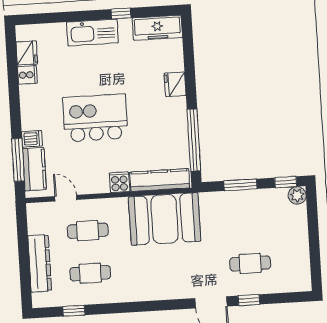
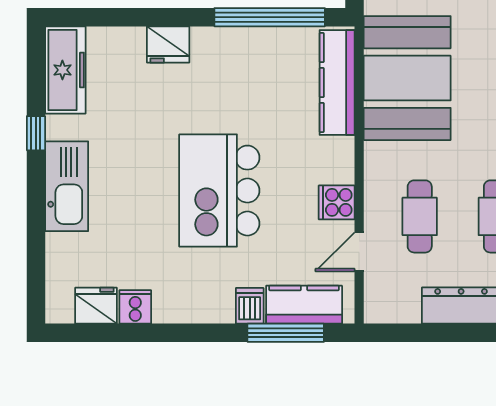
cooker: (119, 182) -> (337, 202), moved

